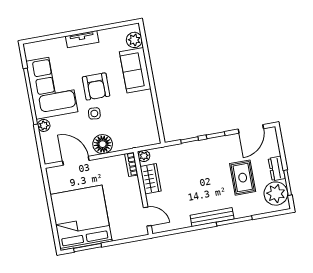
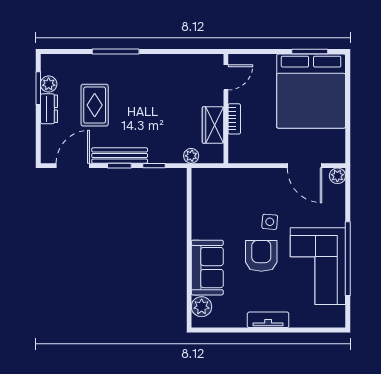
plant: (44, 125) -> (337, 176), moved
floor lamp: (103, 144) -> (266, 181), removed
plant: (144, 156) -> (191, 156), moved
bookcase: (131, 164) -> (234, 119), moved
plant: (276, 194) -> (49, 84), width x0.53, depth x0.53
door: (147, 216) -> (226, 77), swing flipped
bench: (212, 217) -> (120, 155), moved

